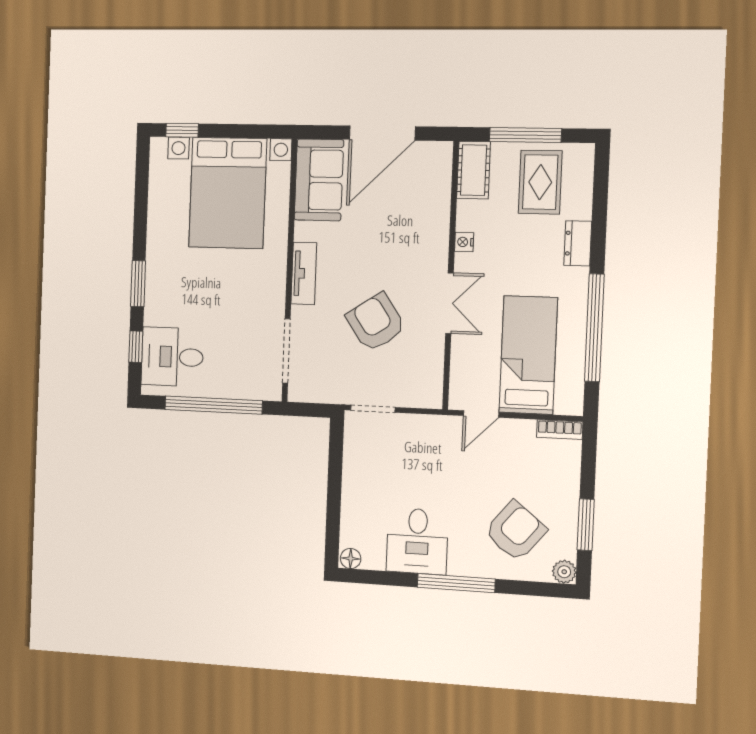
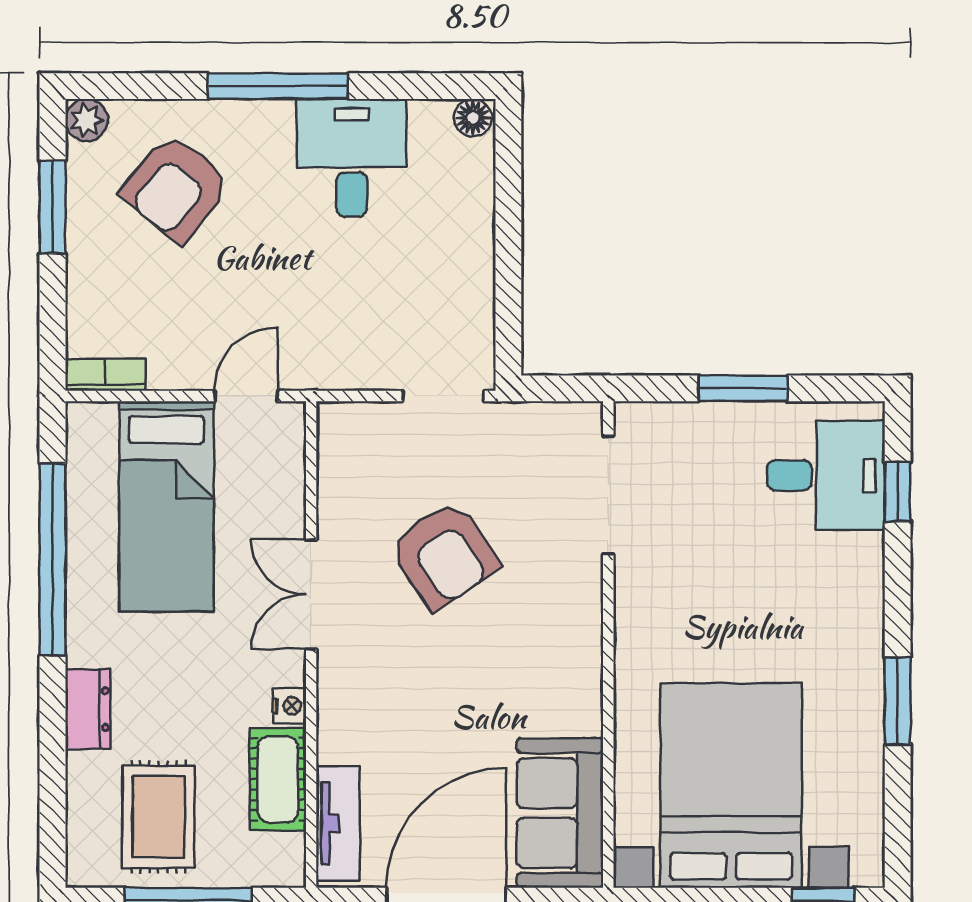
cot: (474, 170) -> (278, 779), moved
tv unit: (304, 273) -> (338, 823), moved, turned 180
window: (138, 284) -> (898, 701), moved
window: (213, 405) -> (743, 388), width x0.47

